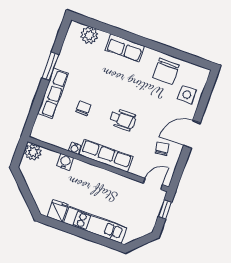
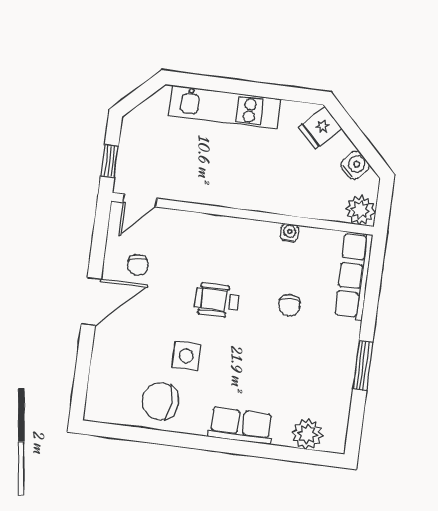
chair: (166, 71) -> (160, 401), turned -88
row of seats: (53, 93) -> (354, 276), moved
side table: (187, 95) -> (186, 356), moved
row of seats: (106, 156) -> (232, 231), removed
water cooler: (65, 162) -> (355, 165), moved, turned -135
fridge: (58, 211) -> (320, 128), moved, turned 45

